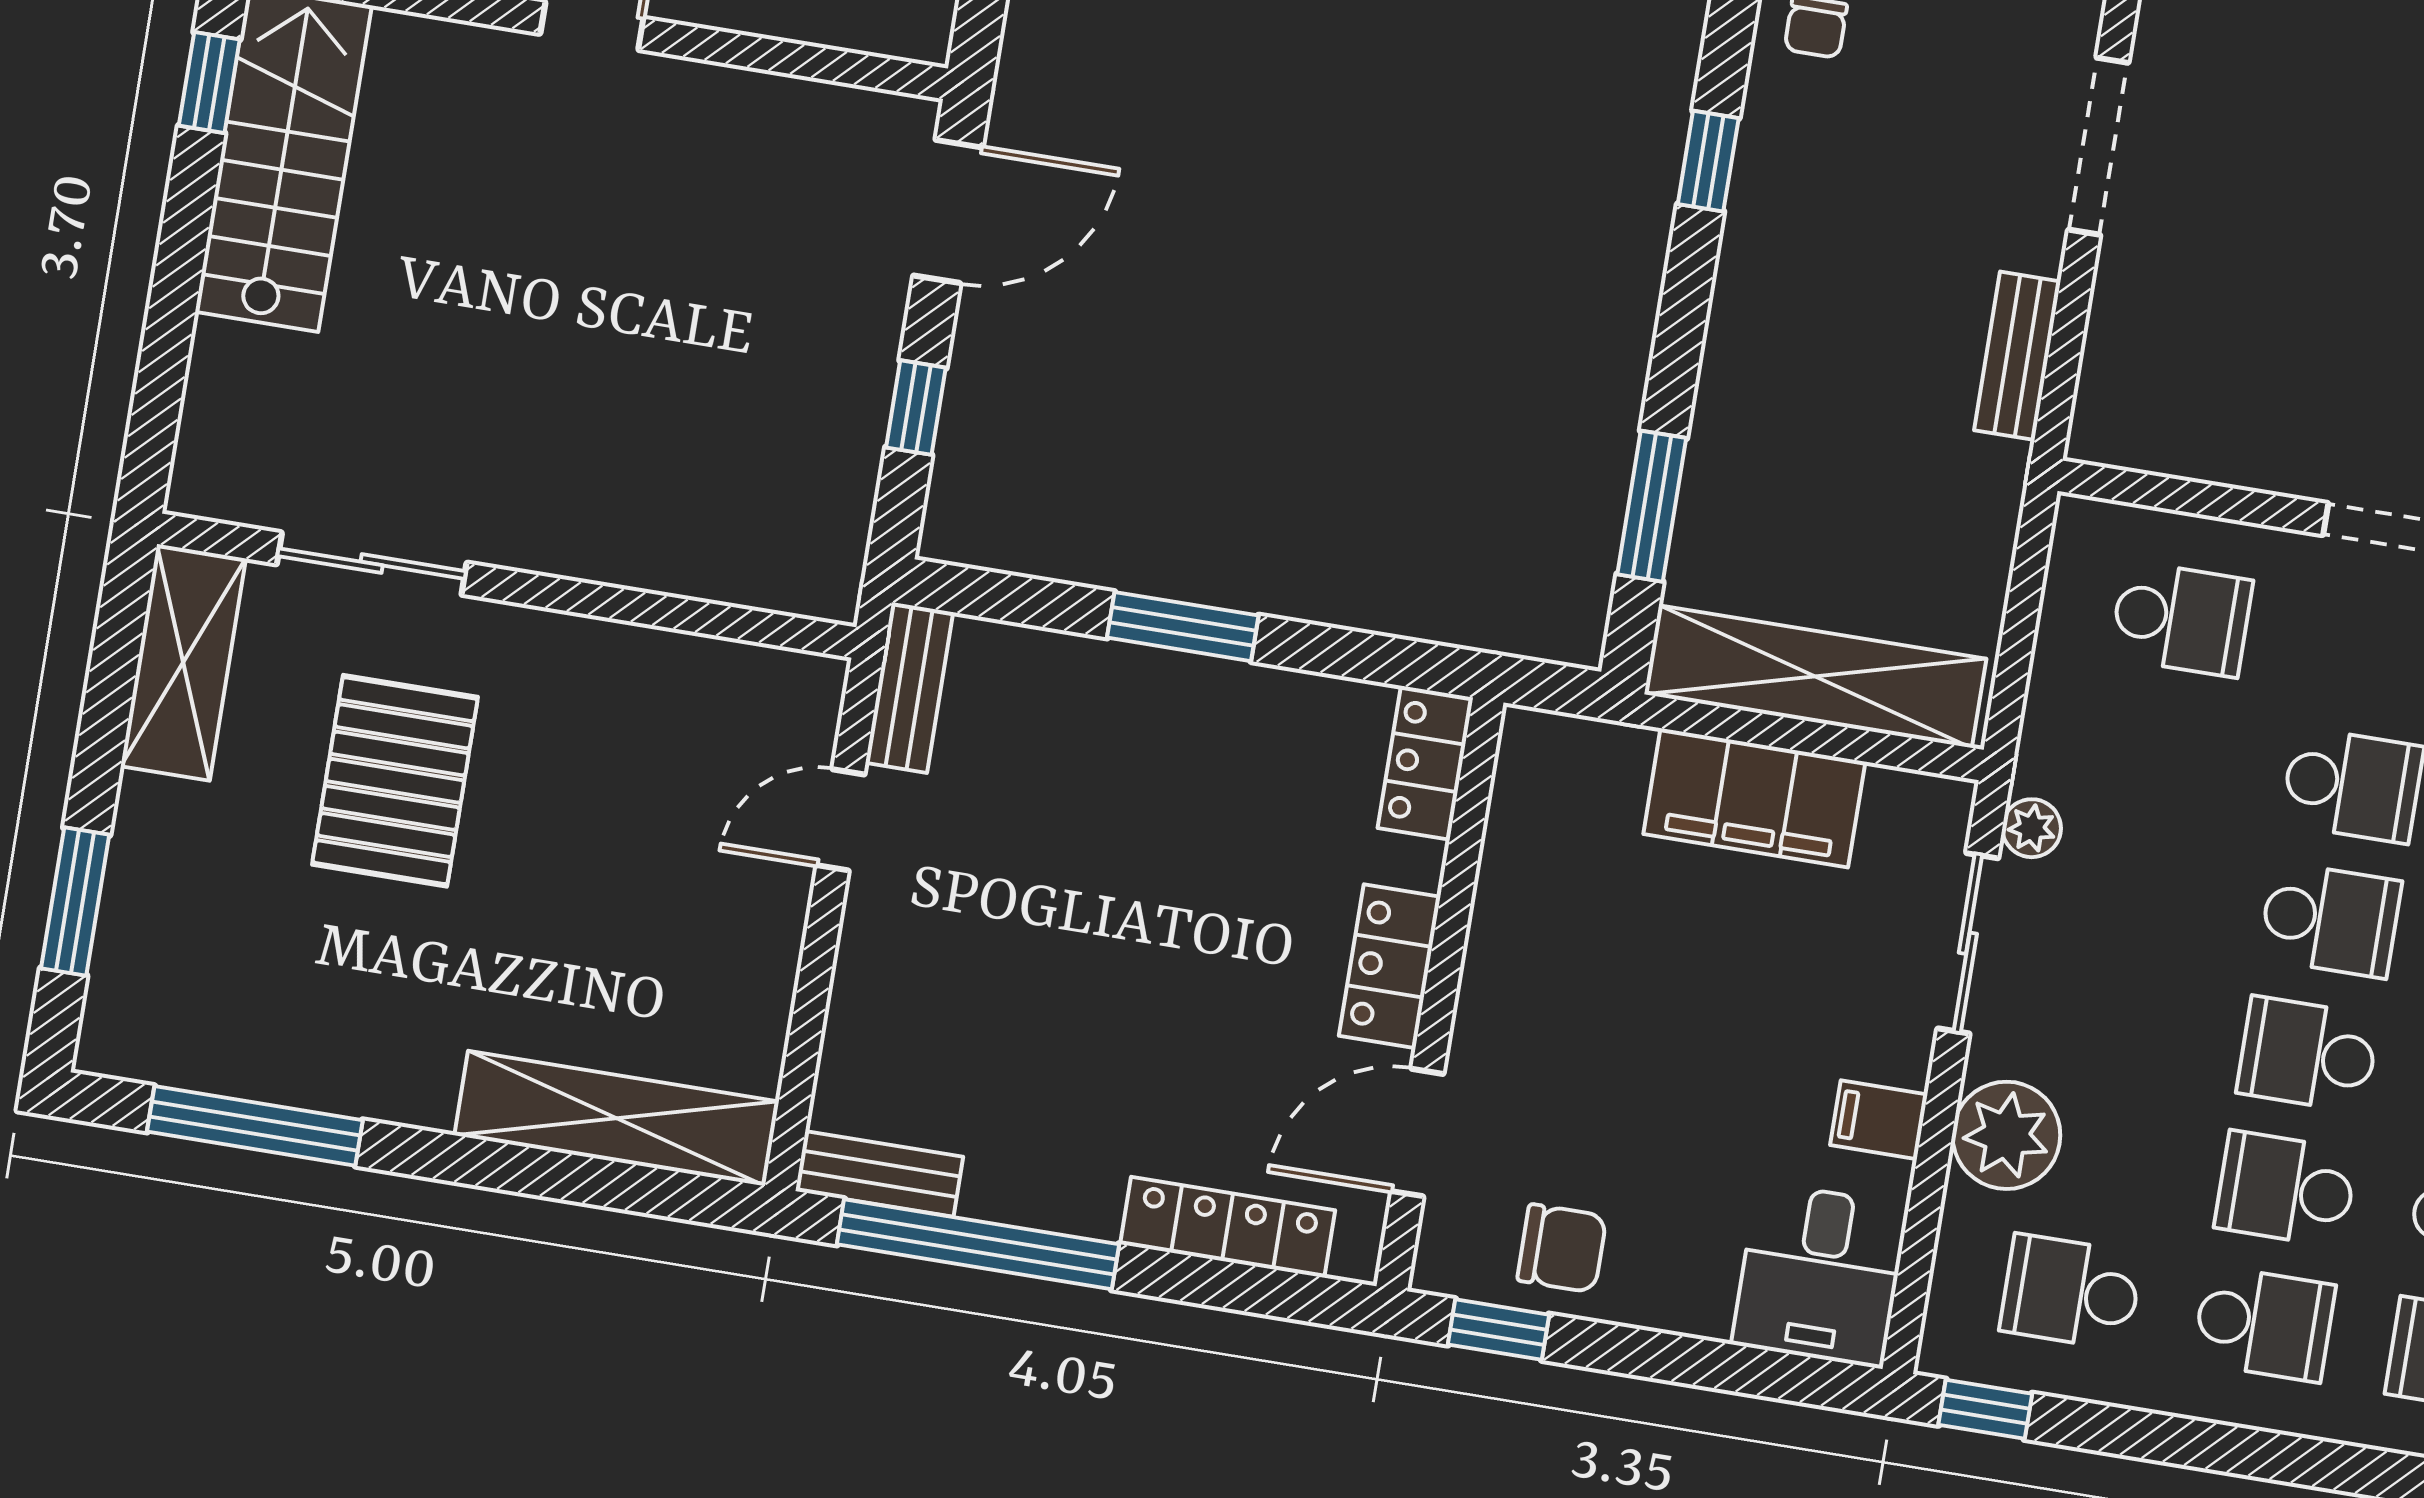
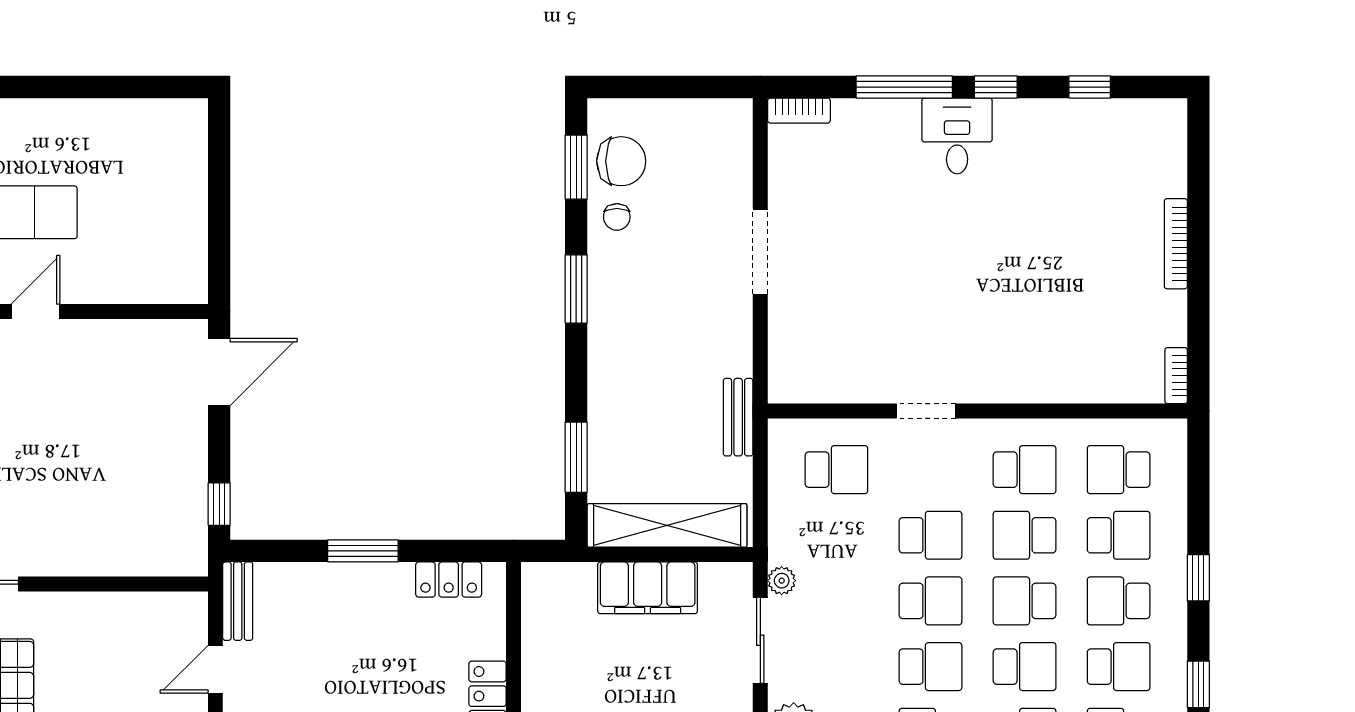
window: (1708, 161) -> (576, 289), width x1.50
bench: (2017, 356) -> (738, 417), moved
window: (916, 408) -> (219, 504), moved
locker: (1425, 763) -> (449, 580), moved, turned -90
school desk: (2308, 1054) -> (930, 667), turned 180

